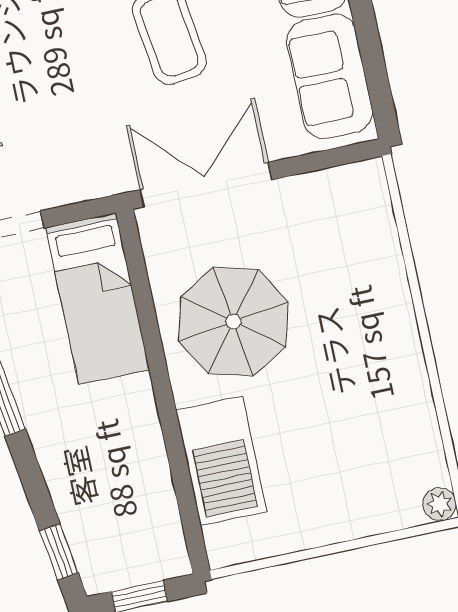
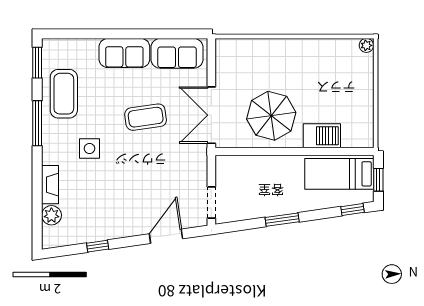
bed: (98, 299) -> (339, 174), moved, turned 180
barbecue: (221, 461) -> (322, 136), width x0.73, depth x0.83

